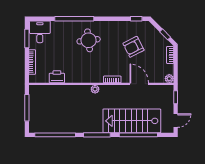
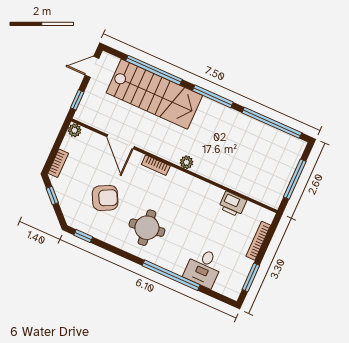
desk: (40, 32) -> (203, 268), moved
round table: (89, 40) -> (147, 228), moved

